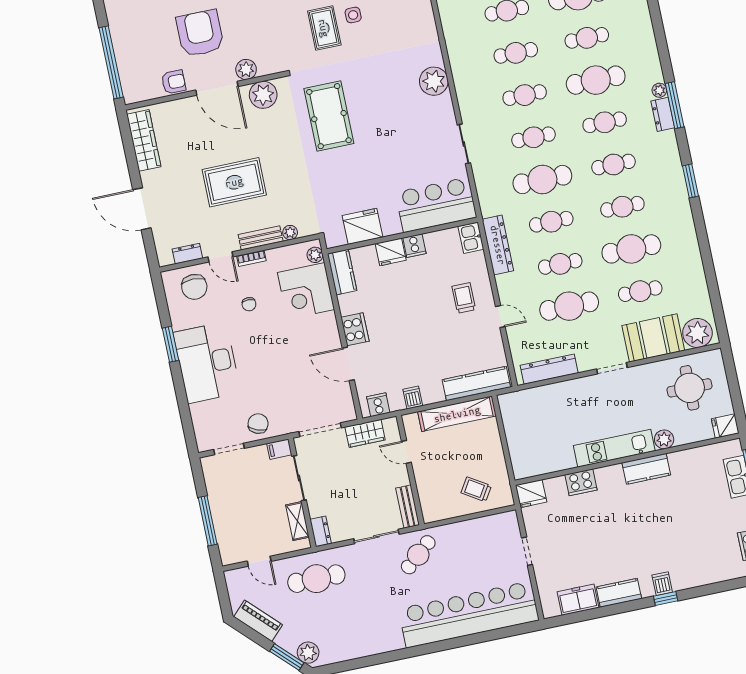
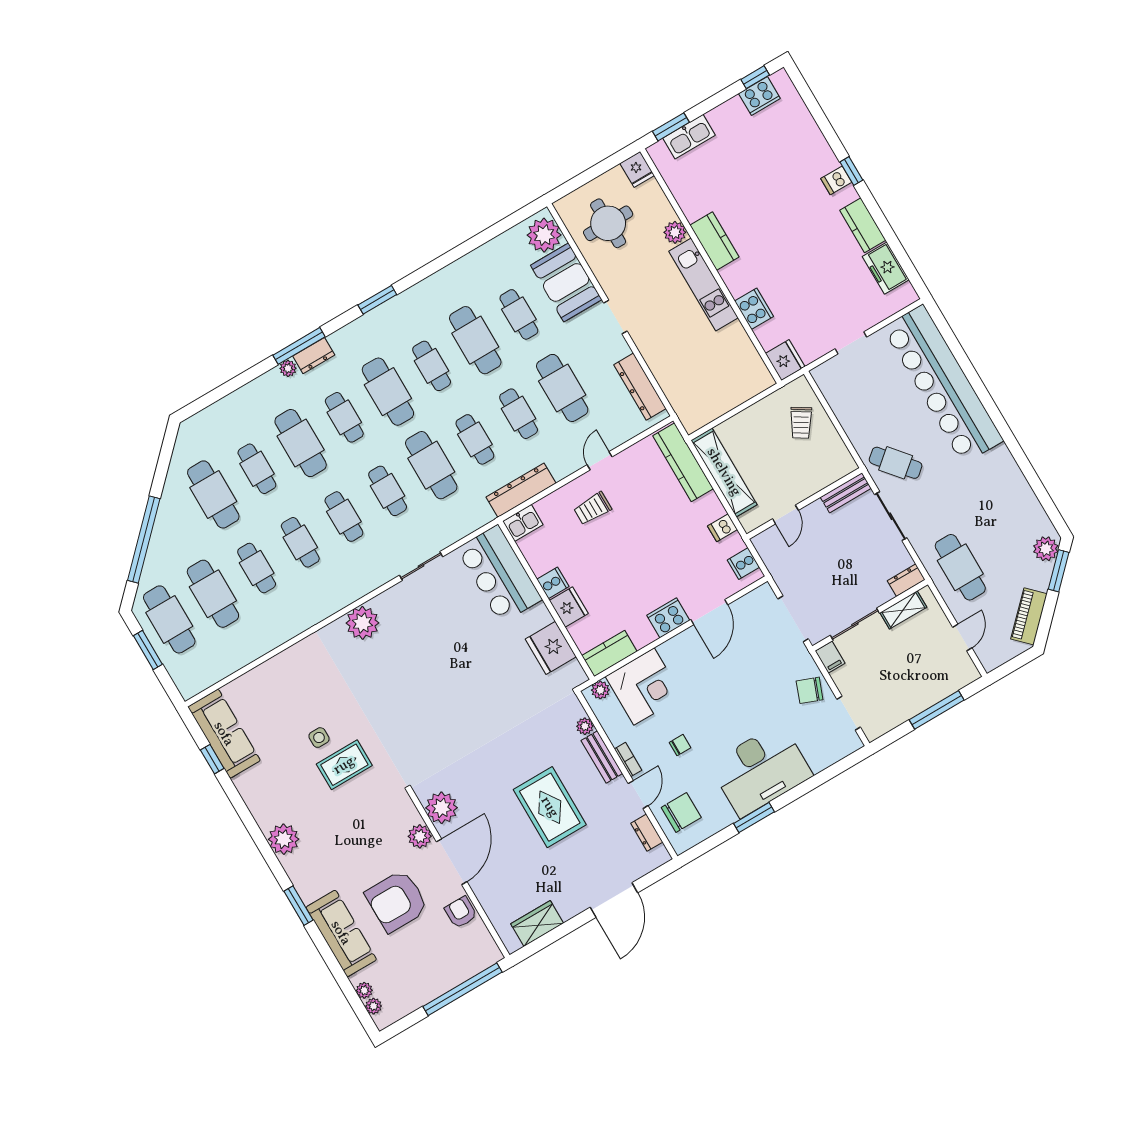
pool table: (329, 116) -> (441, 727), removed
wardrobe: (144, 140) -> (537, 924), width x0.67
cafe table: (614, 165) -> (388, 392), width x1.37, depth x1.35
wardrobe: (365, 433) -> (780, 567), removed

